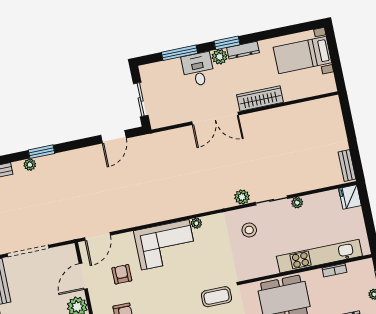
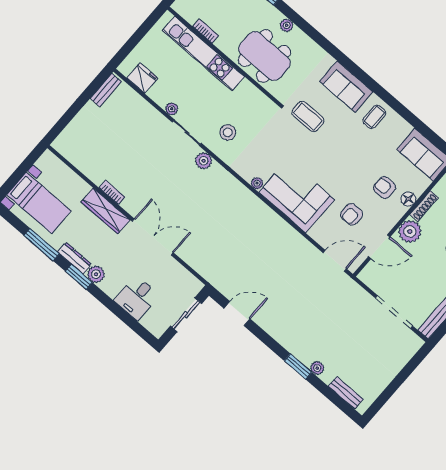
window: (180, 53) -> (42, 245), moved
desk: (198, 69) -> (137, 298), moved
bookcase: (270, 114) -> (112, 192), added
fridge: (350, 197) -> (142, 78), moved, turned -90

